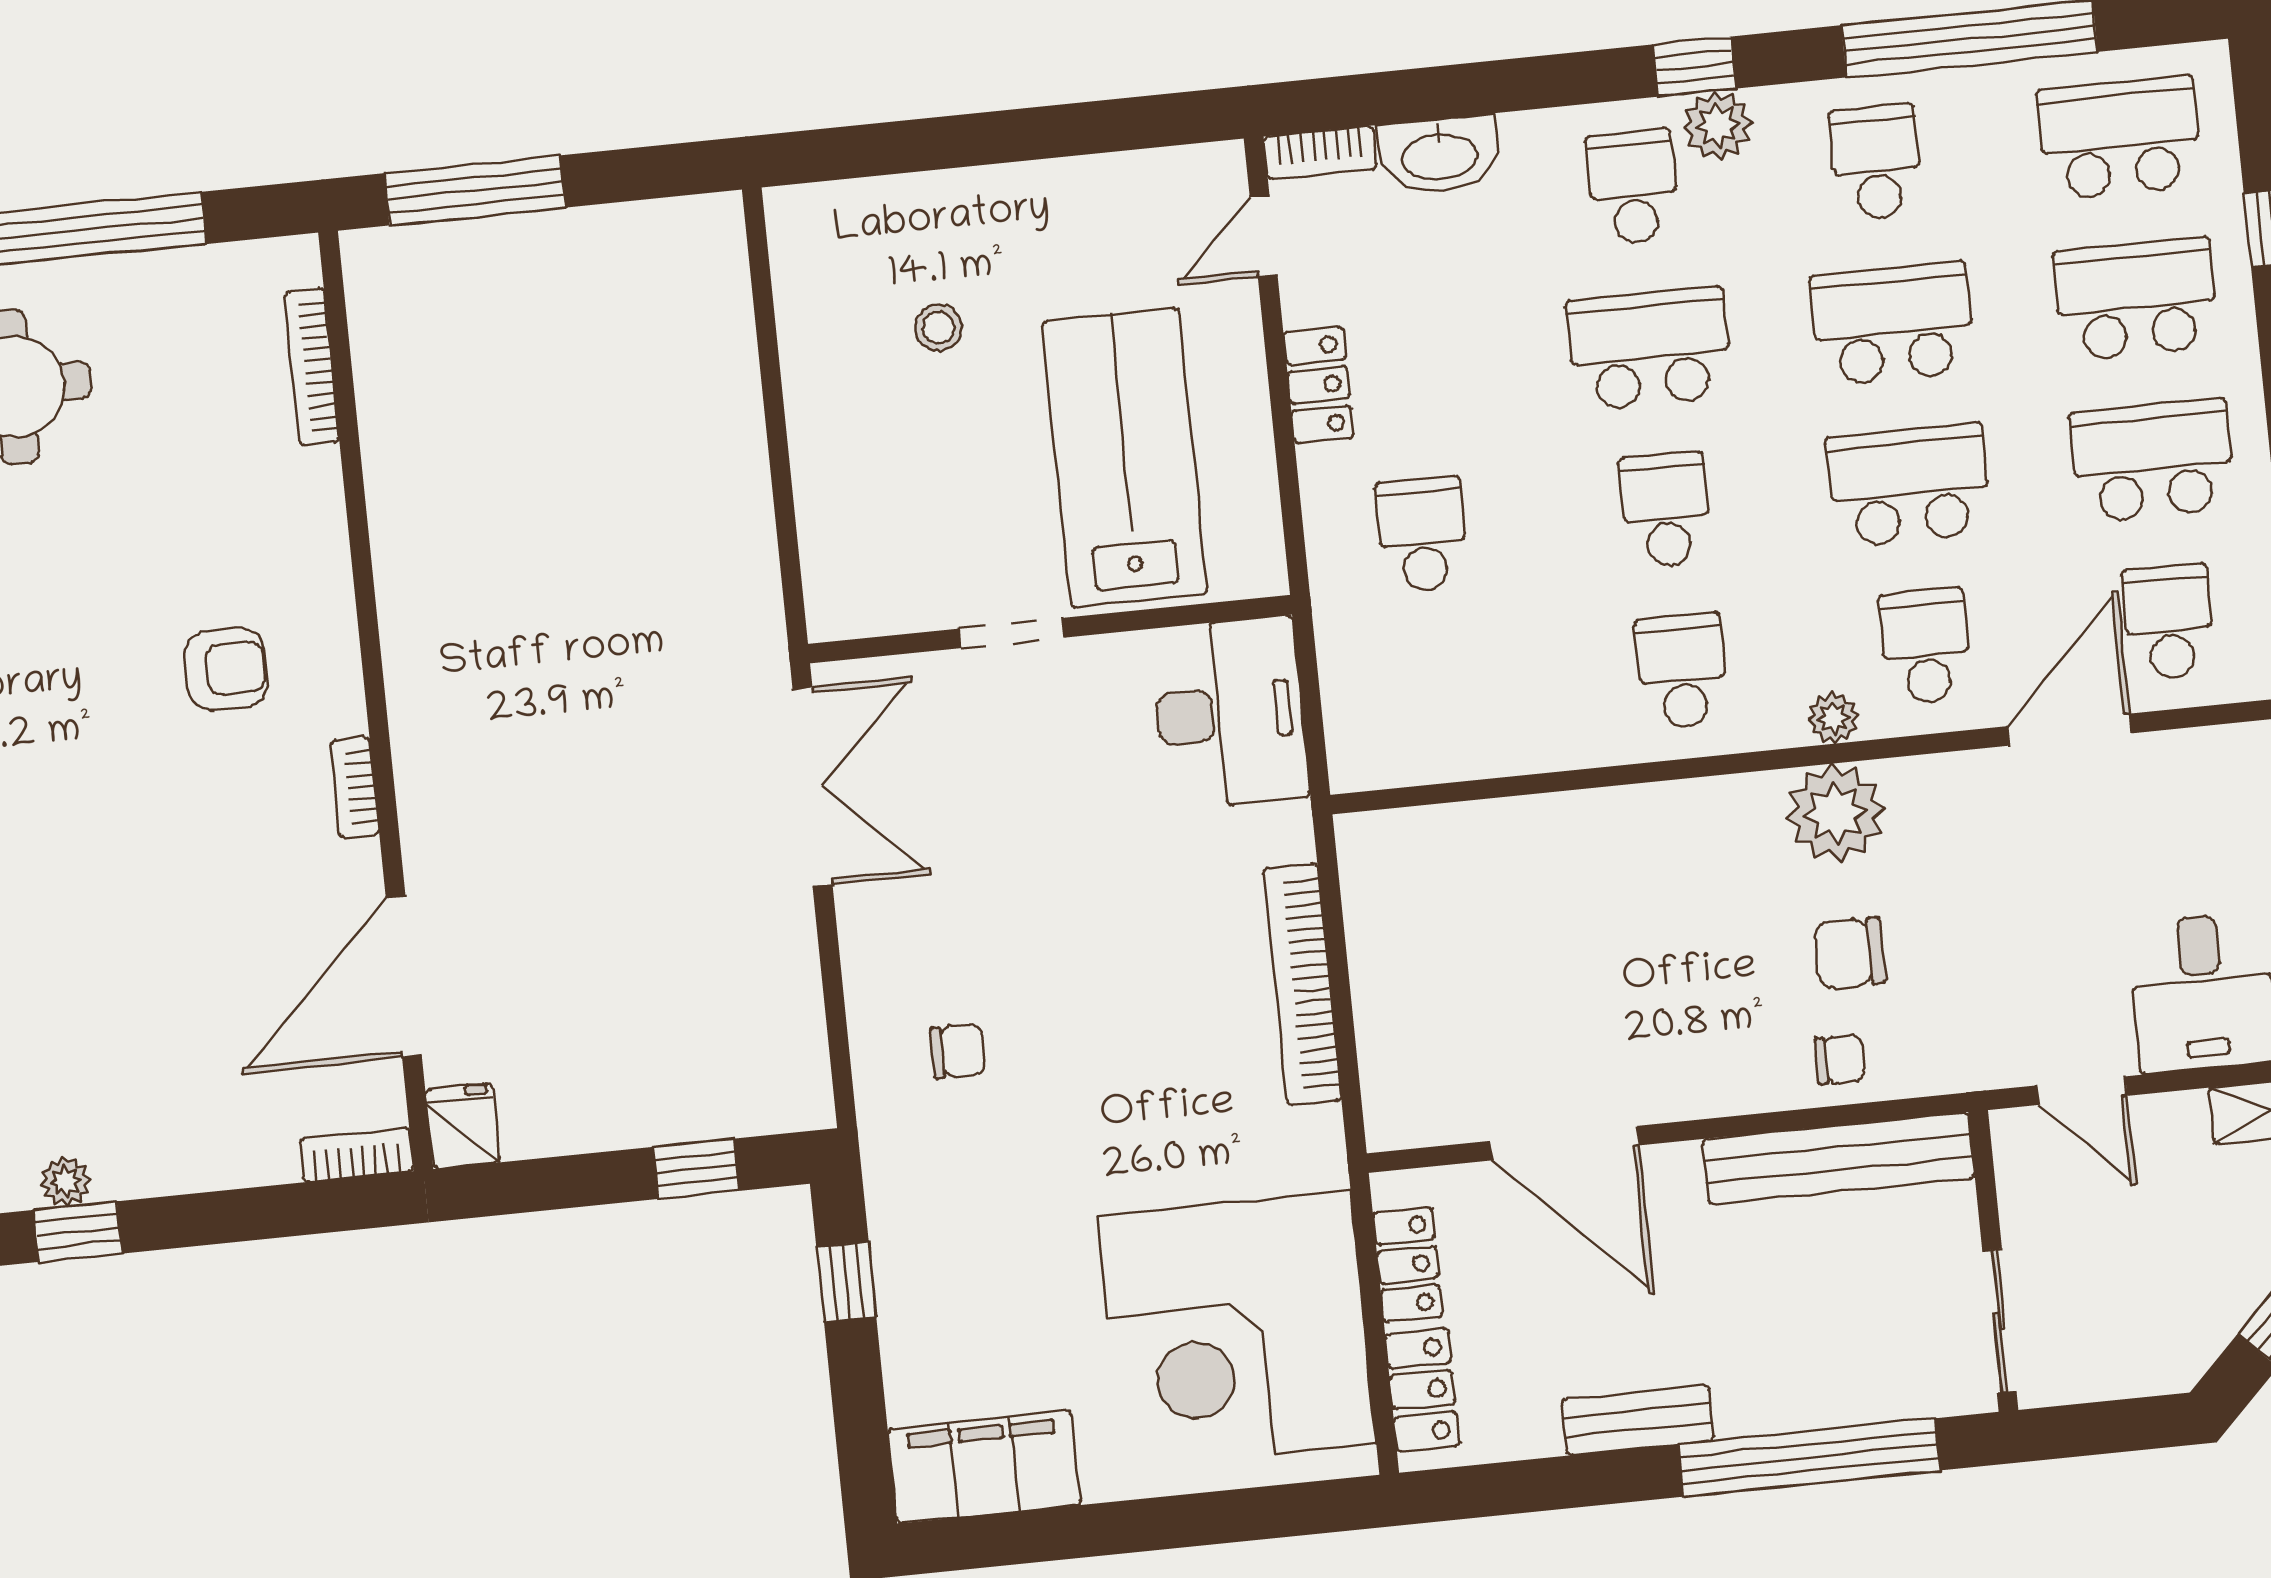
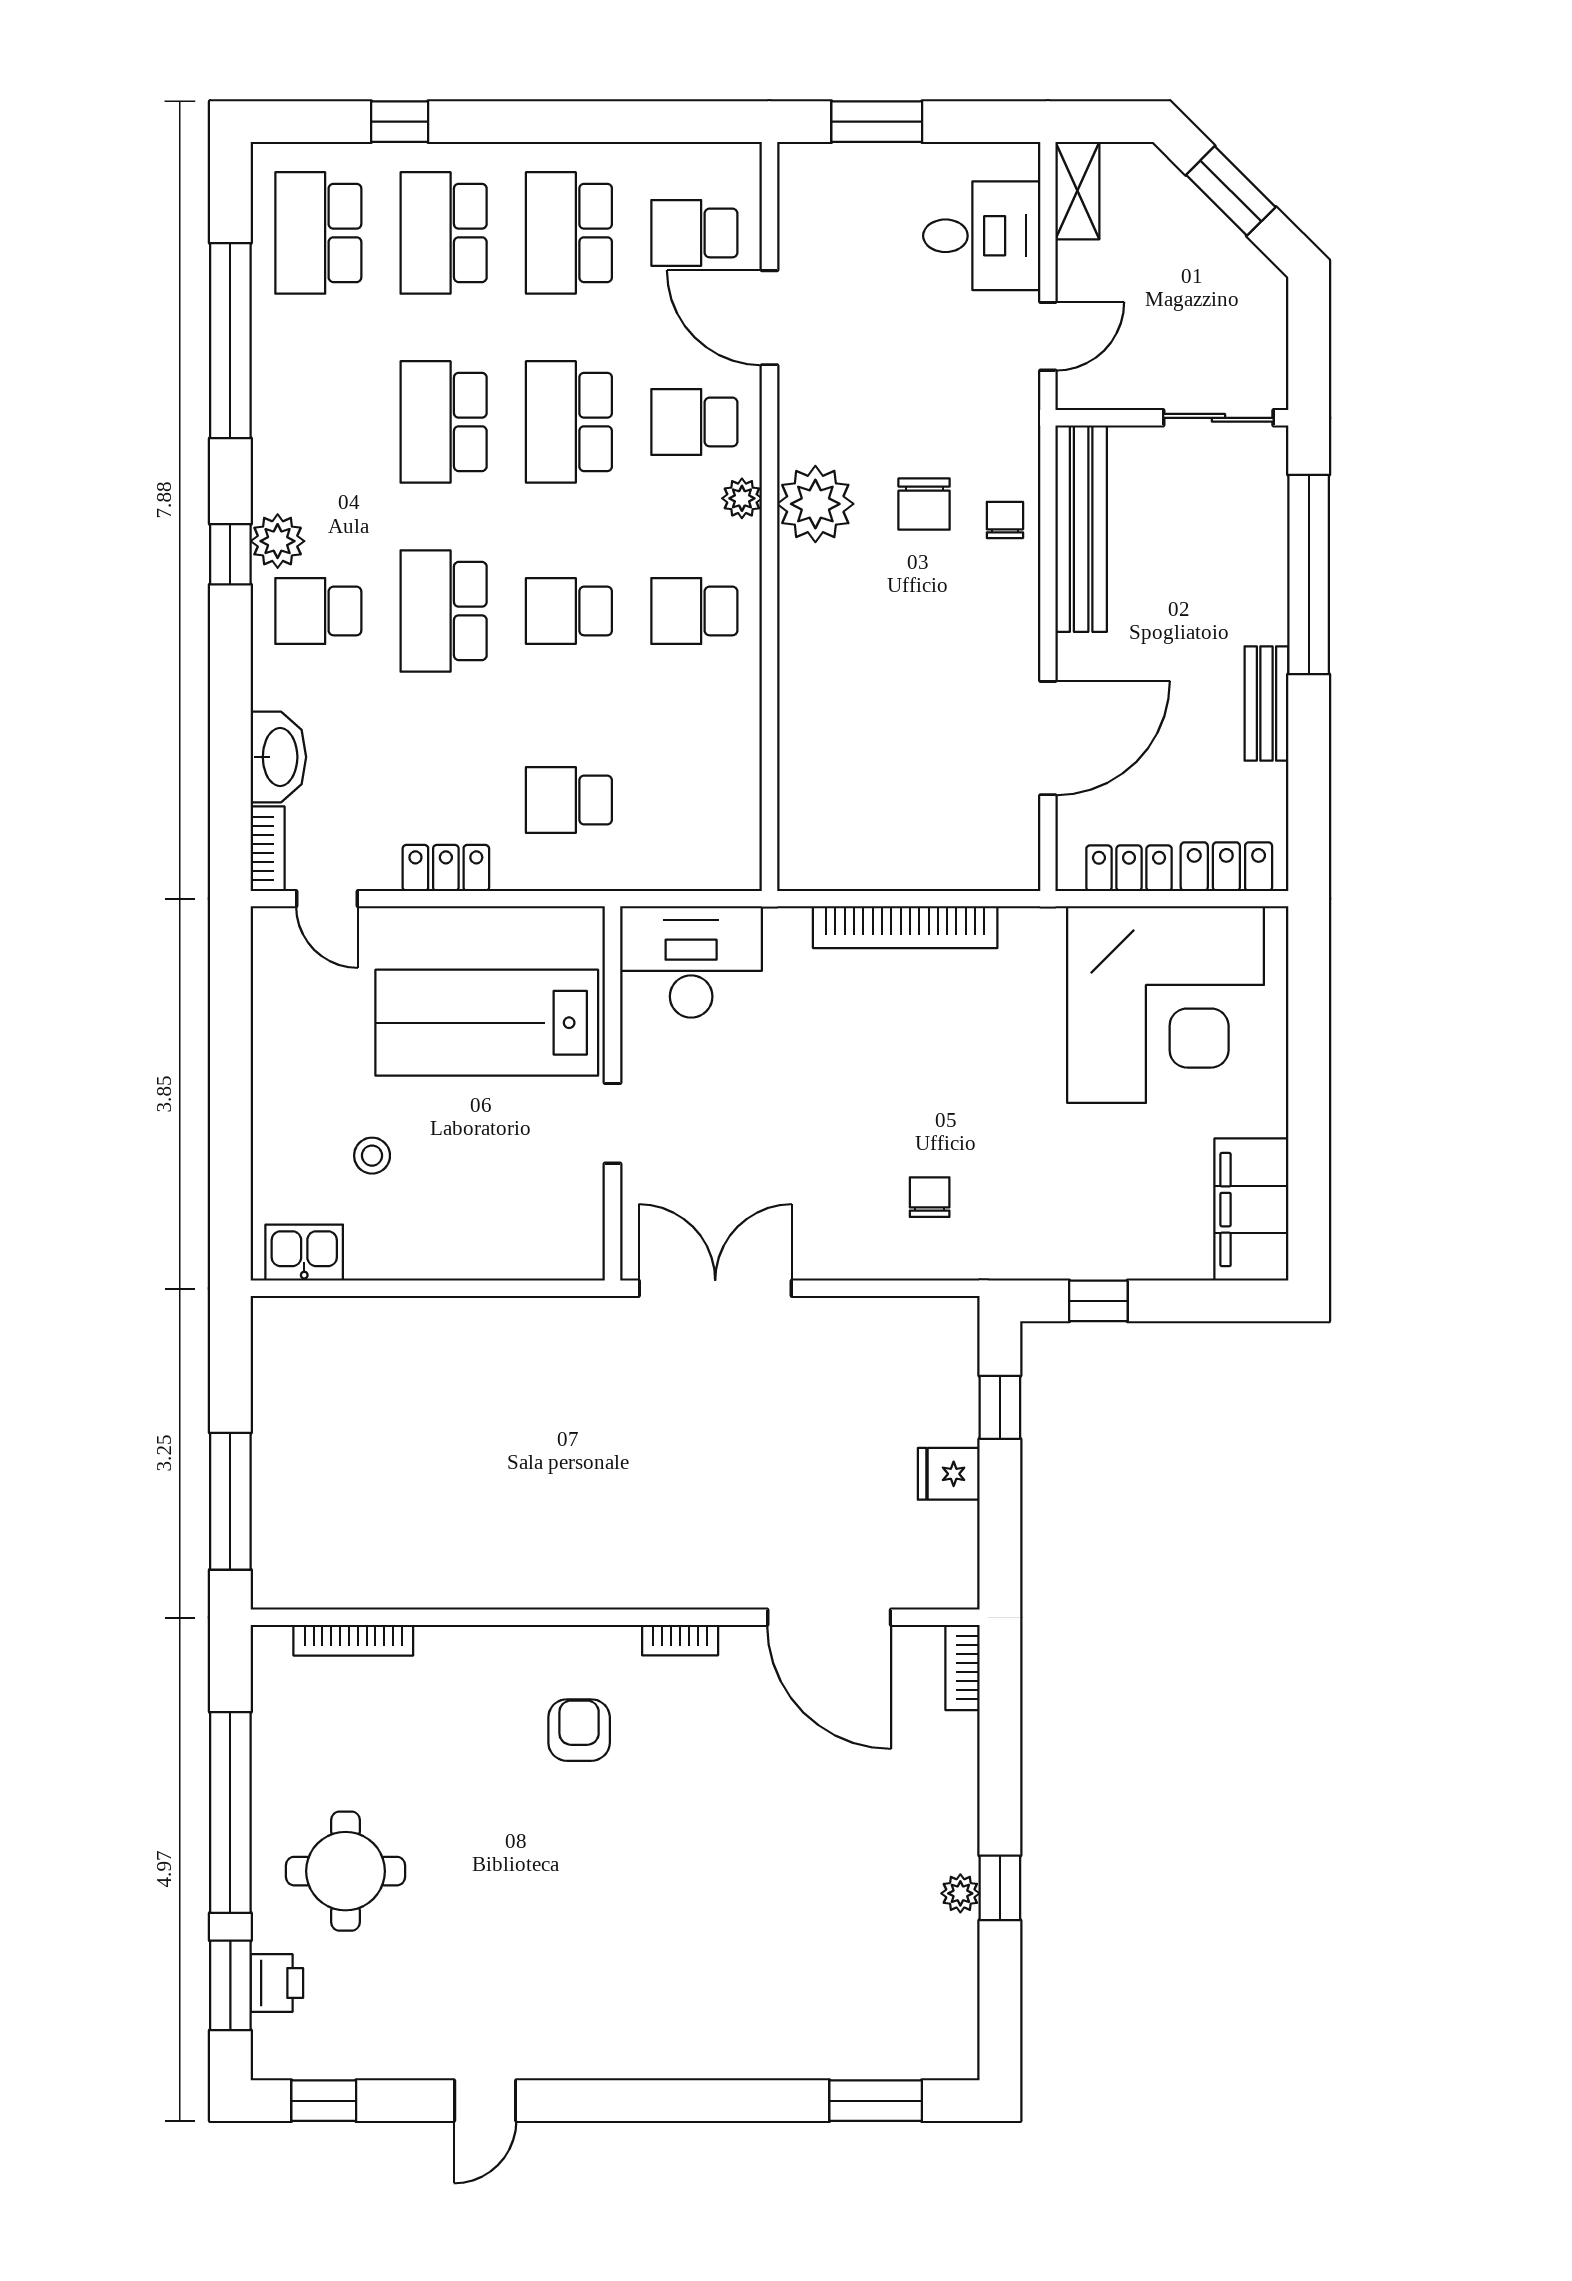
school desk: (1876, 162) -> (318, 422), removed
kitchen sink: (805, 253) -> (304, 1253), added
fridge: (462, 1126) -> (949, 1474), moved

